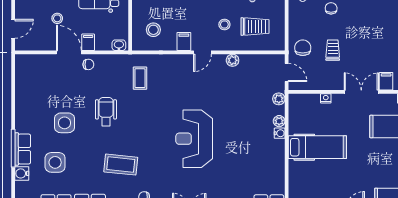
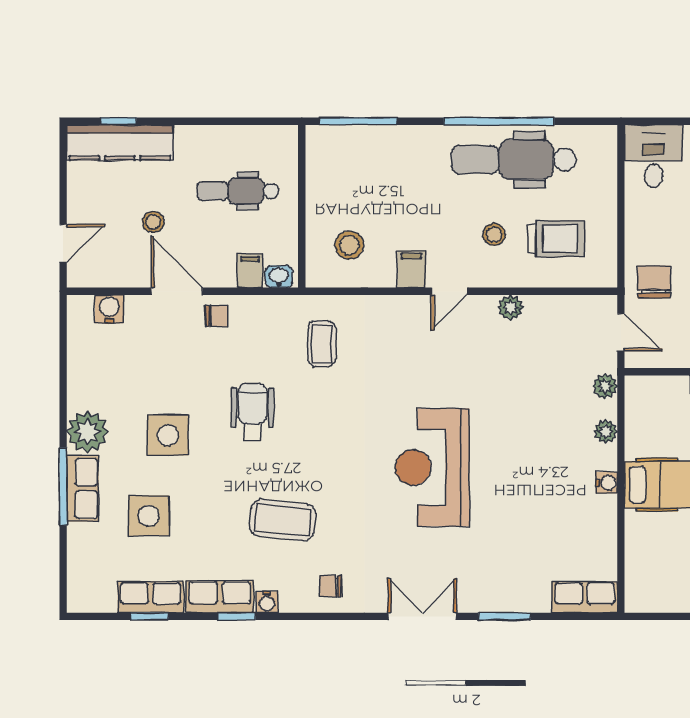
filing cabinet: (88, 42) -> (250, 271), moved
plant: (25, 121) -> (88, 432), added
water cooler: (280, 133) -> (607, 483), moved
water cooler: (22, 173) -> (109, 309), moved, turned 90

